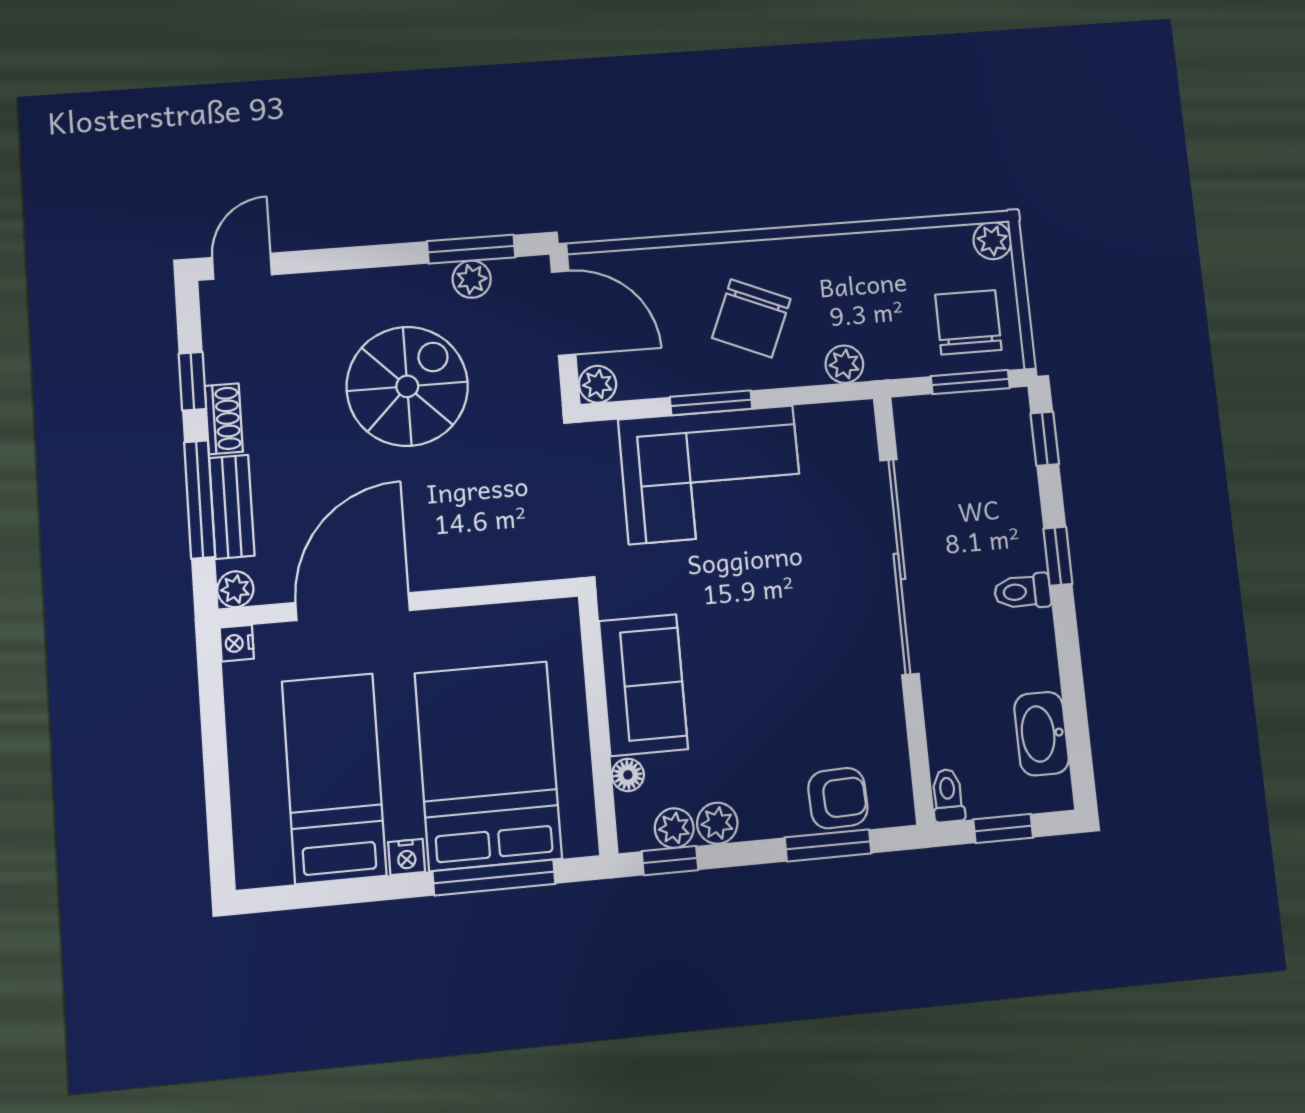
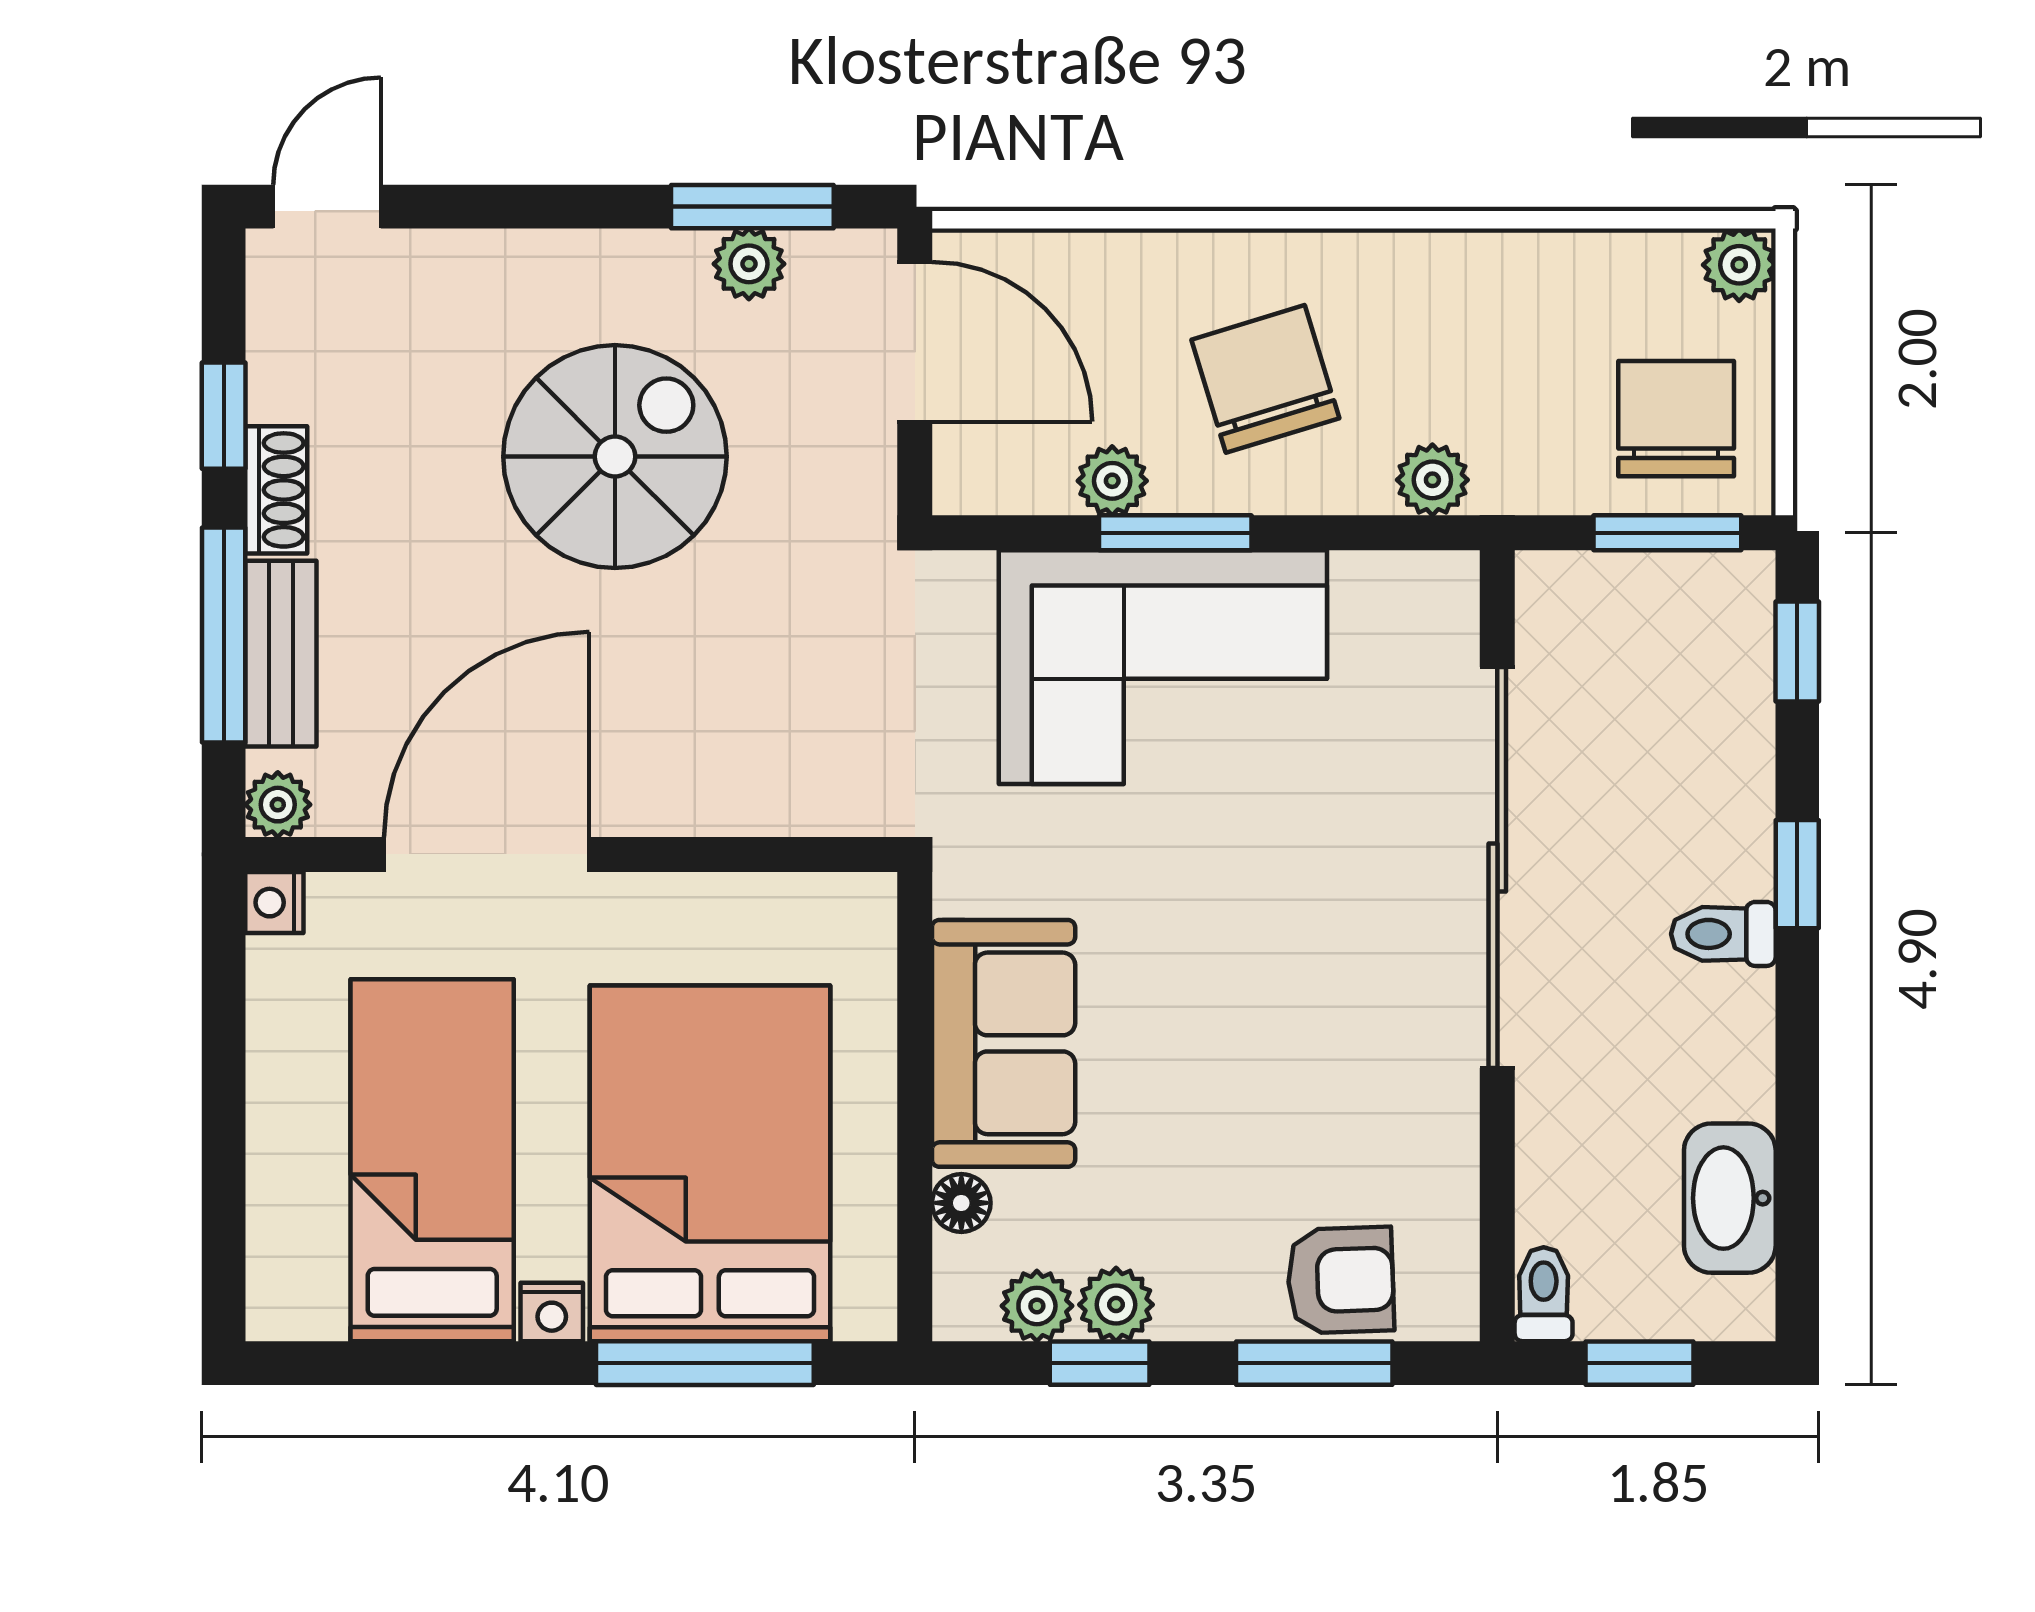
chair: (751, 318) -> (1265, 379), turned 140
plant: (598, 384) -> (1112, 481), moved
window: (670, 861) -> (1100, 1363), moved

